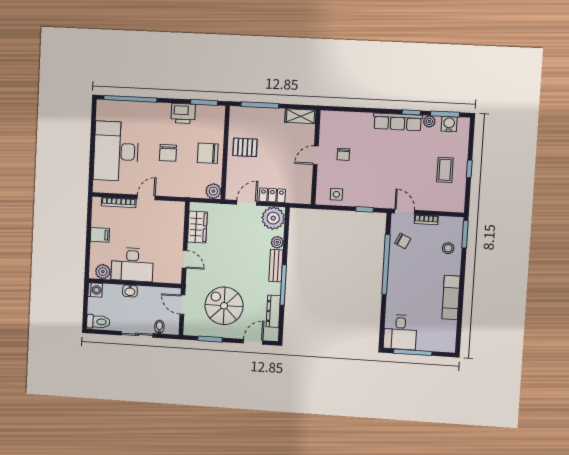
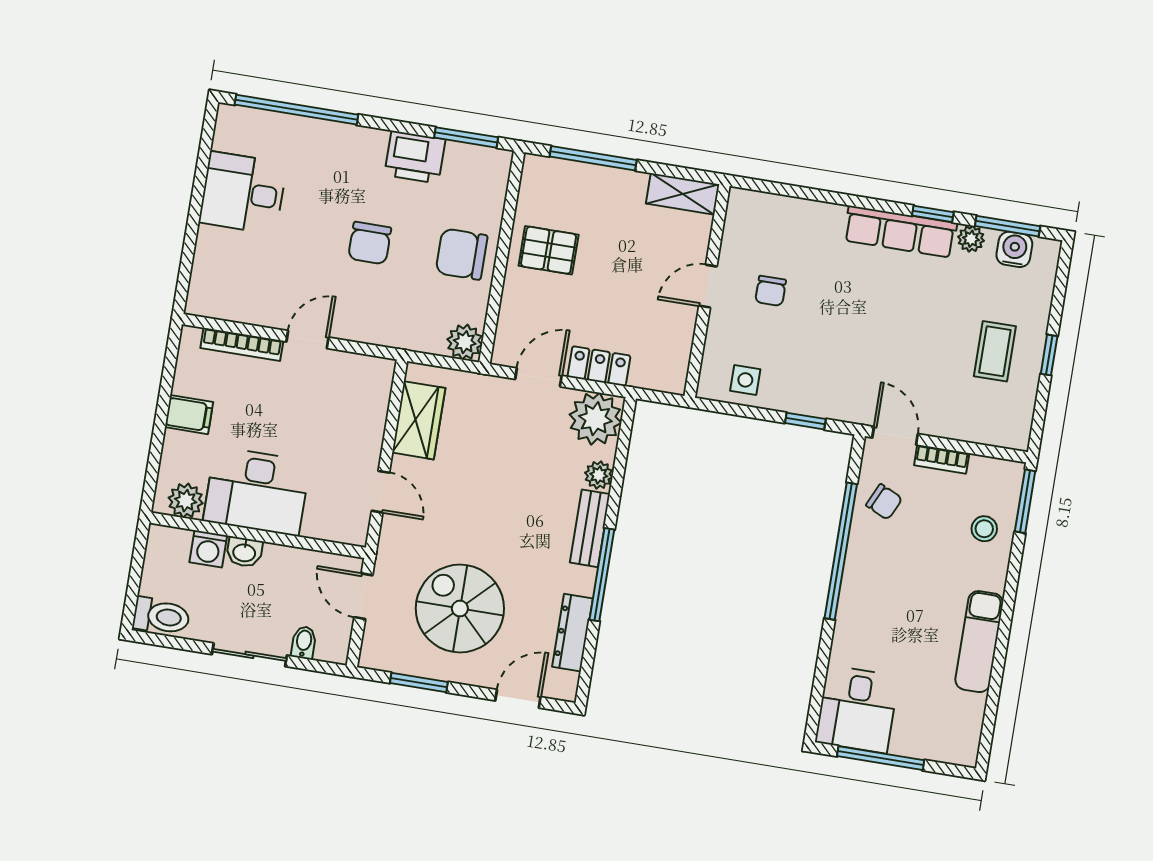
desk: (116, 151) -> (243, 193), width x0.53, depth x0.77
washing machine: (95, 290) -> (208, 549), moved, turned 90

